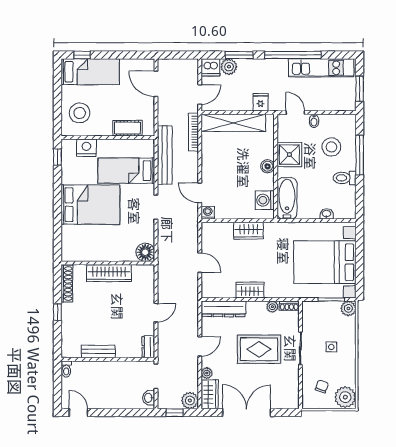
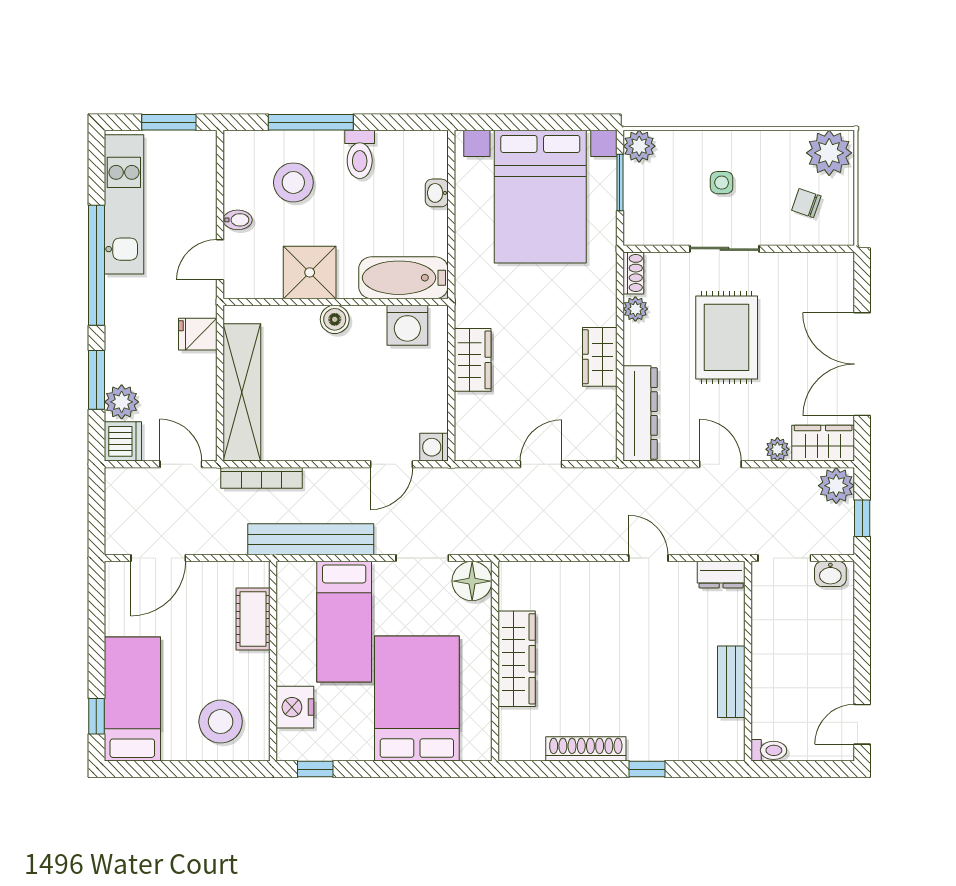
floor lamp: (145, 252) -> (472, 581), moved
wall: (108, 263) -> (495, 661), moved
wardrobe: (109, 273) -> (517, 659), moved

